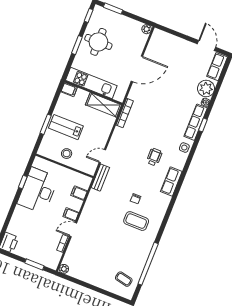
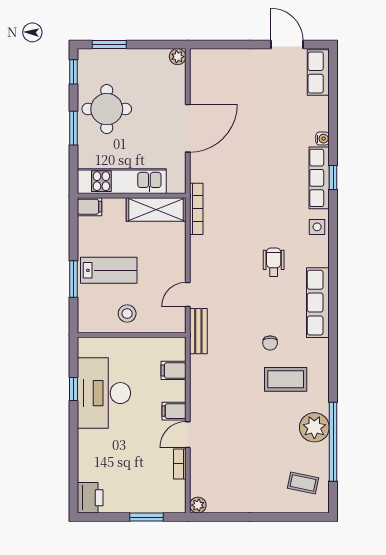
plant: (206, 88) -> (314, 427), moved
lab bench: (66, 127) -> (109, 270), turned 180
row of seats: (171, 181) -> (318, 303), width x1.48

